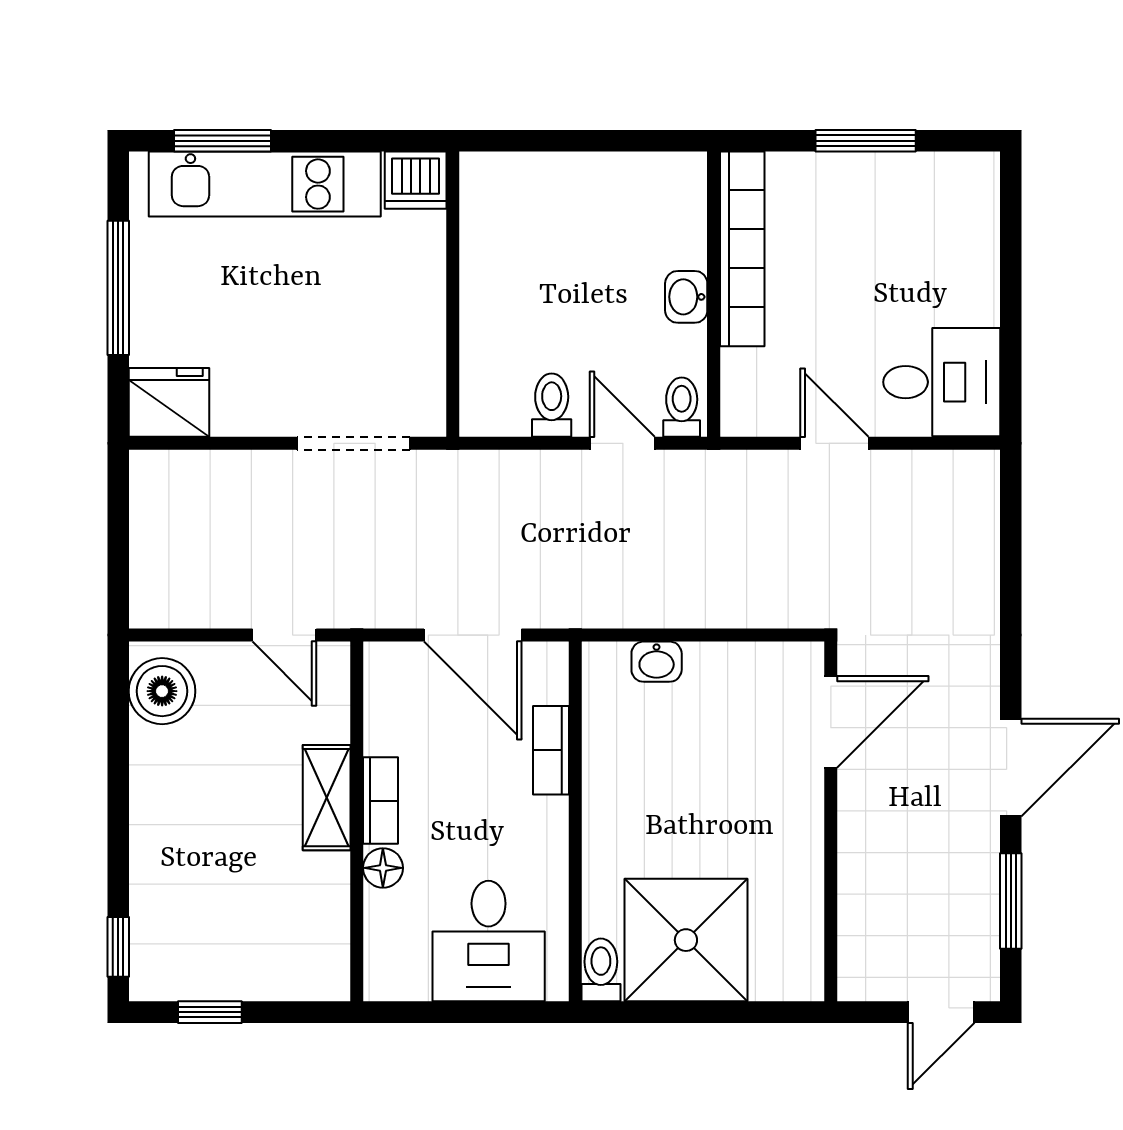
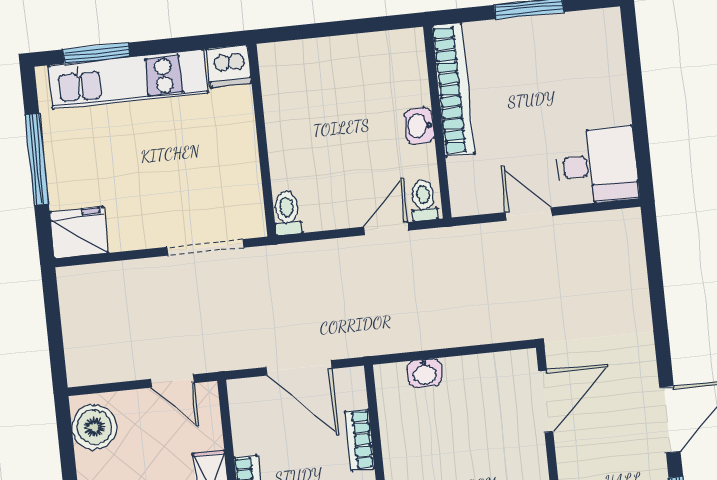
toilet: (552, 405) -> (287, 213), moved
door: (622, 443) -> (386, 229), hinge flipped

